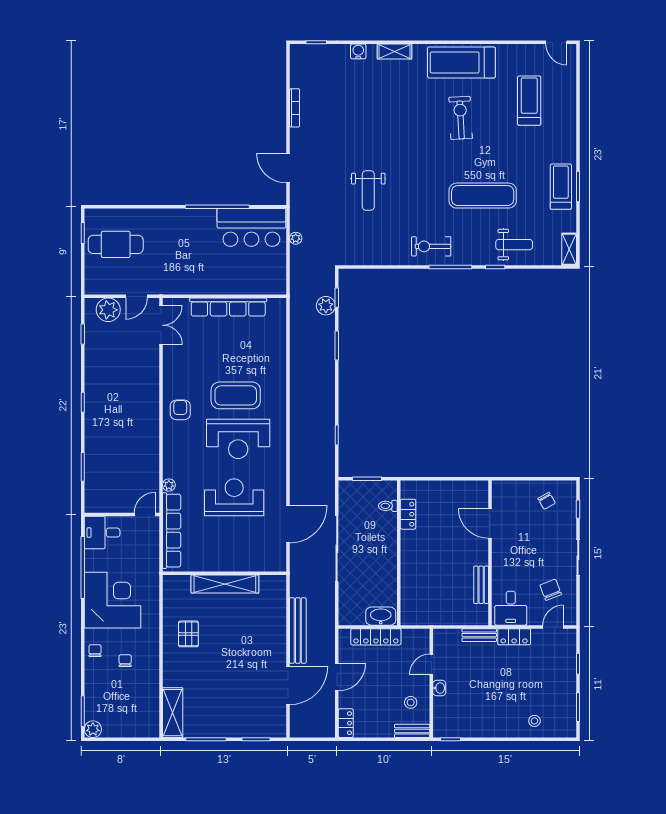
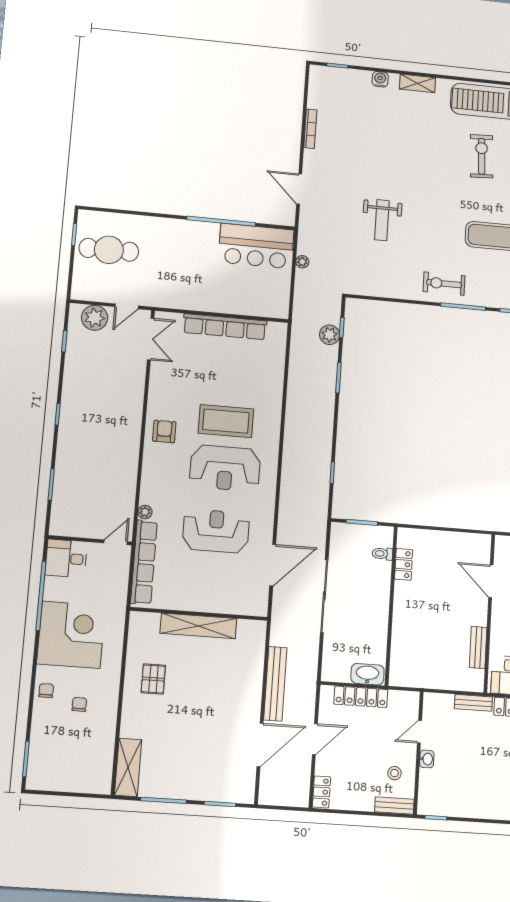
plant: (93, 729) -> (36, 780), removed

